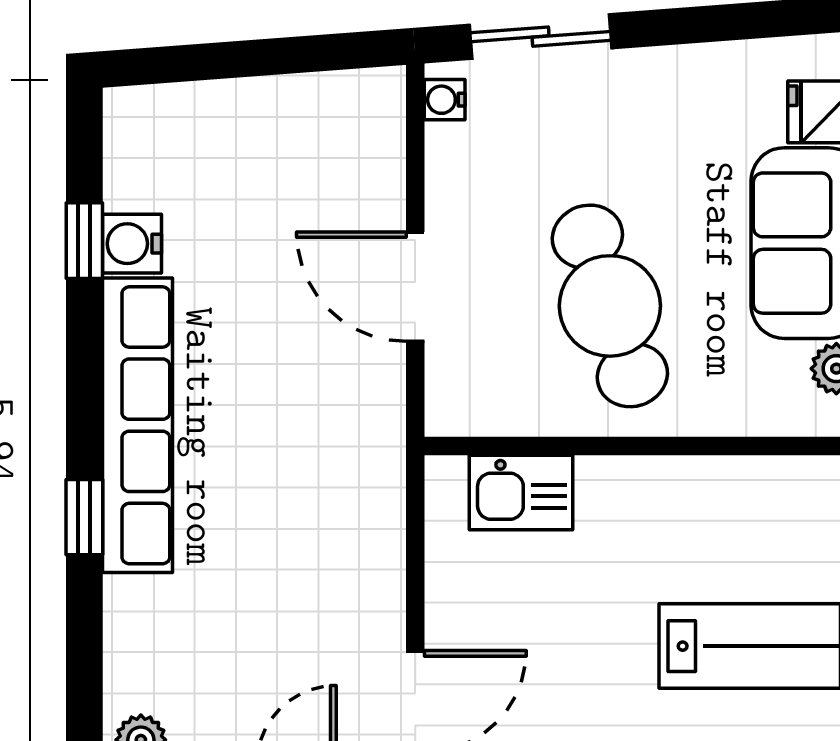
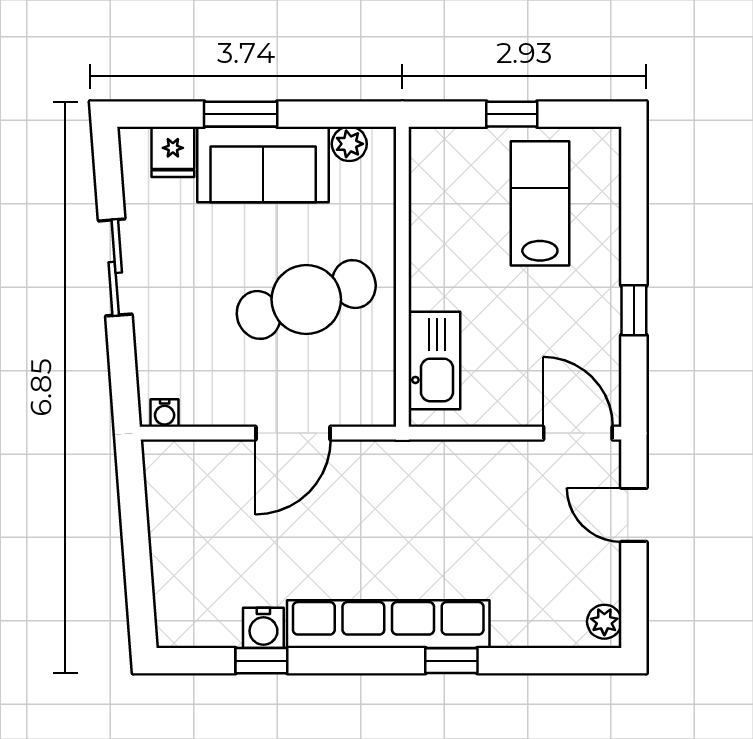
sliding door: (541, 37) -> (115, 267), moved
kitchen sink: (521, 492) -> (434, 360), width x1.38

